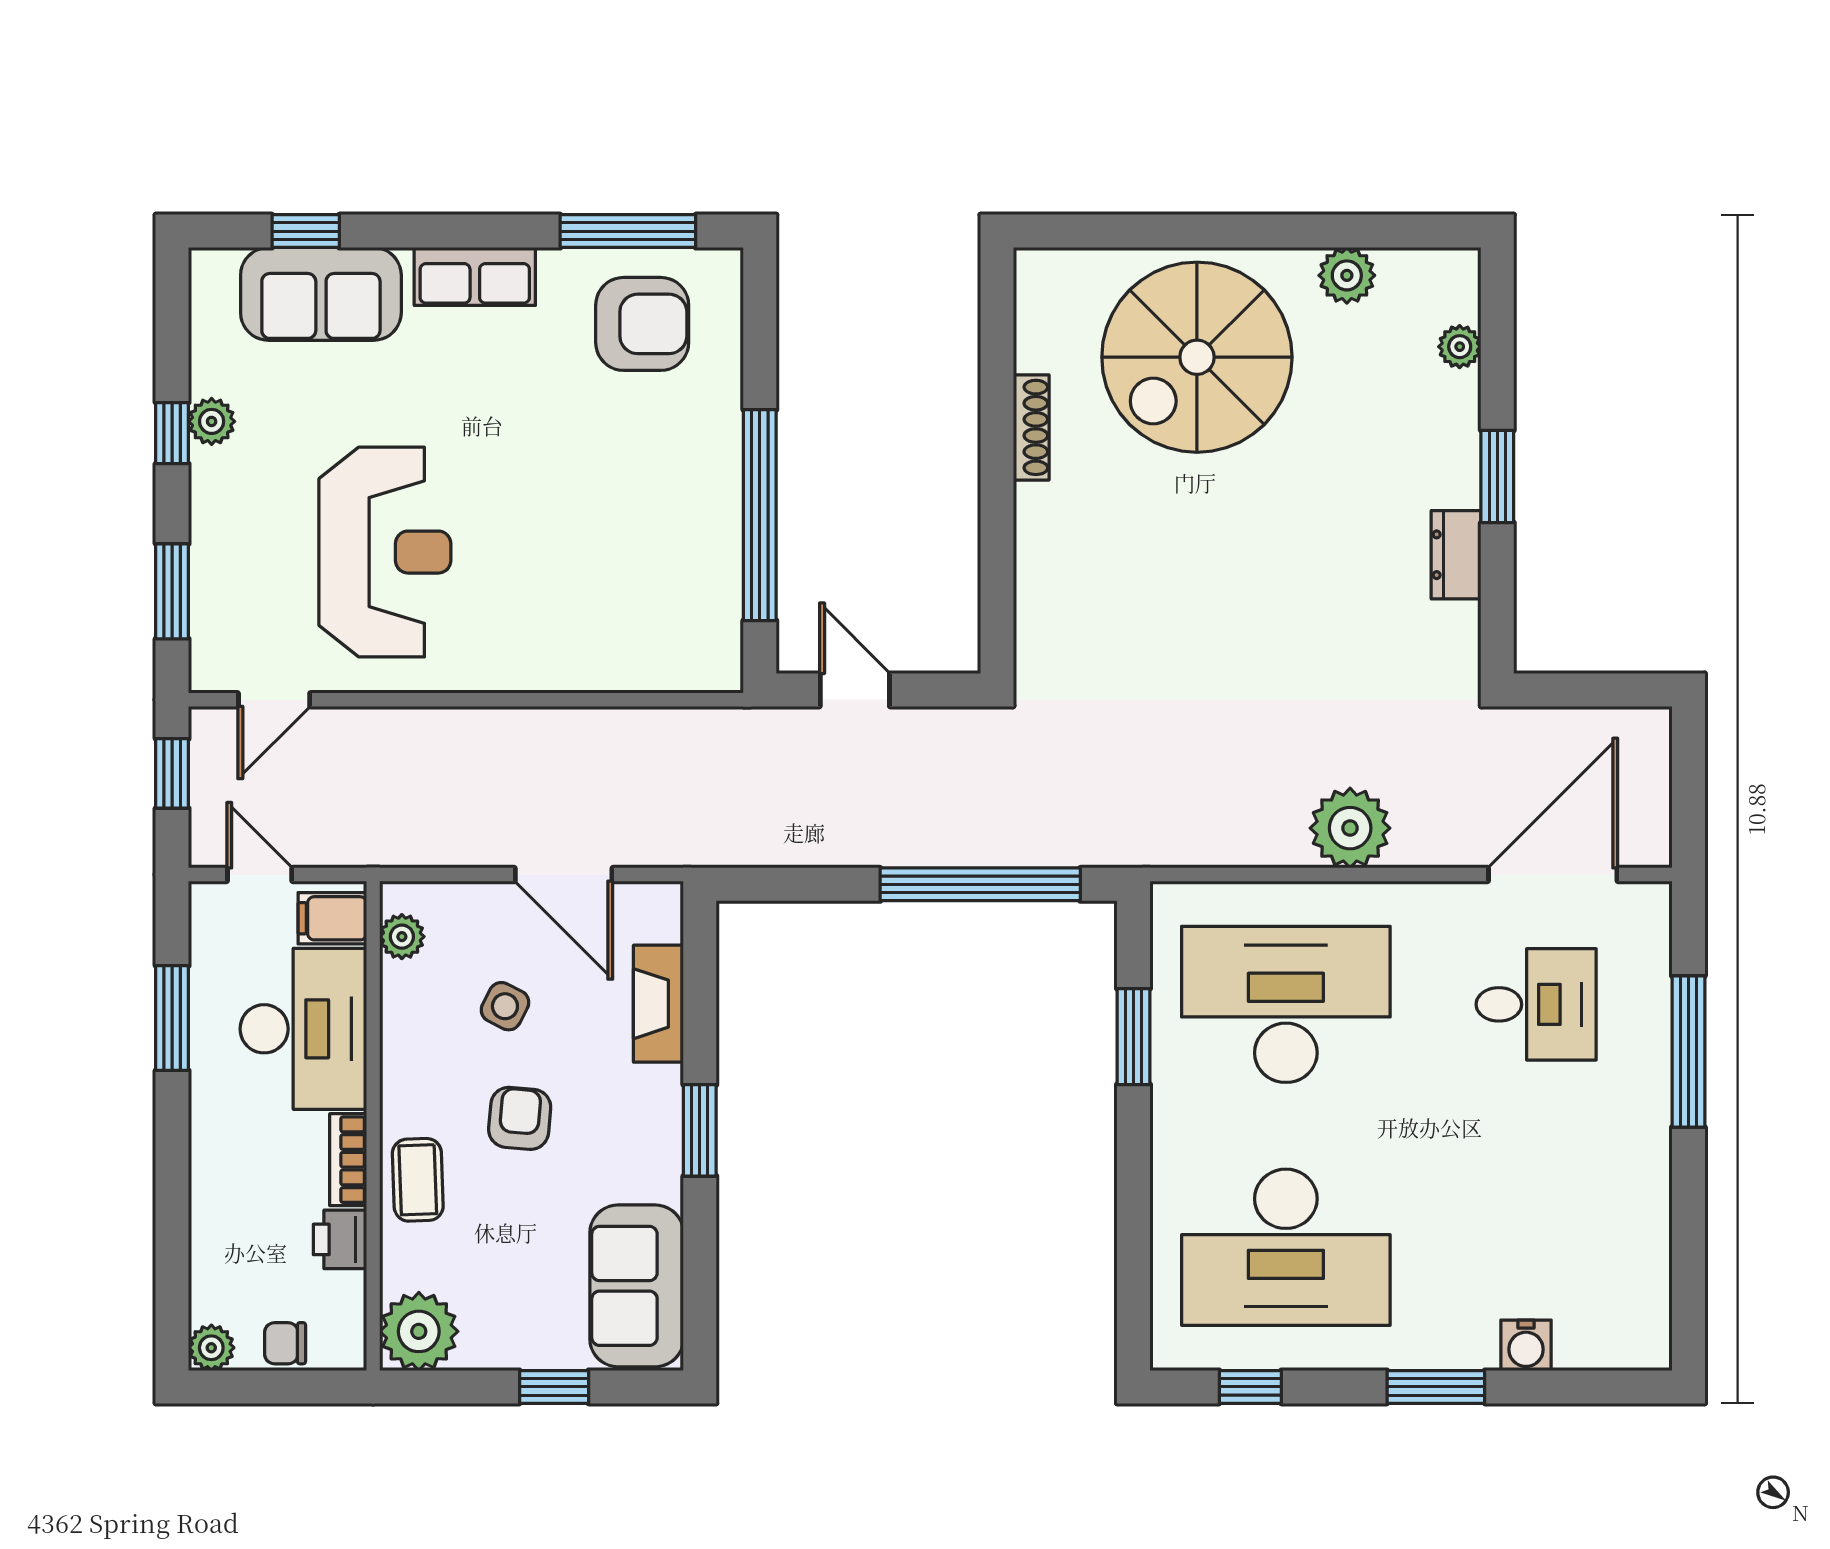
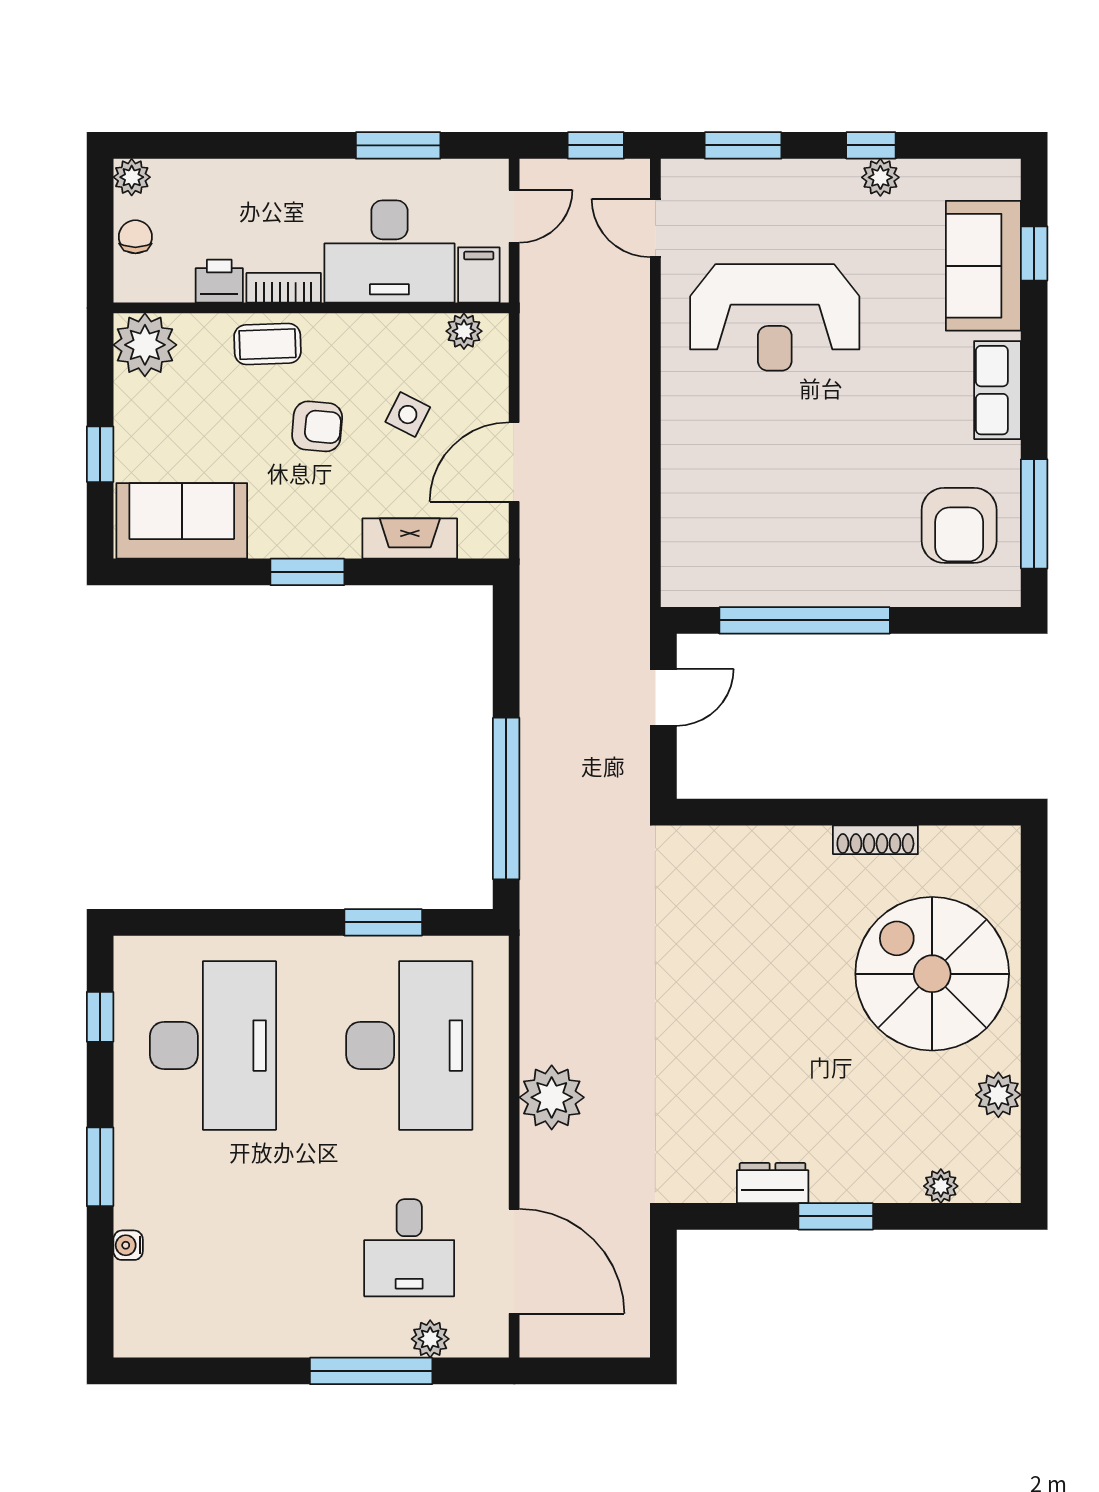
plant: (1649, 978) -> (430, 1339), added
desk: (1286, 1247) -> (213, 1046), turned 180
water cooler: (1526, 1345) -> (128, 1245), width x0.72, depth x0.72

